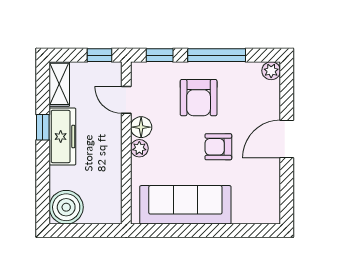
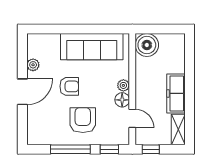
plant: (271, 71) -> (33, 65), moved
window: (43, 127) -> (189, 100), removed
boiler: (66, 207) -> (147, 45), moved

